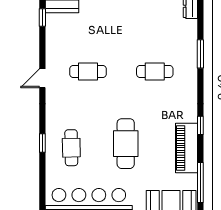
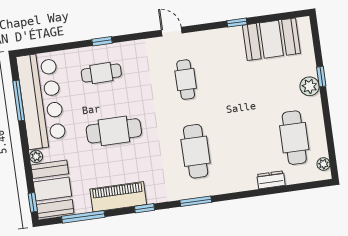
window: (200, 54) -> (196, 201), moved
cafe table: (155, 72) -> (196, 151), width x1.37, depth x1.35

